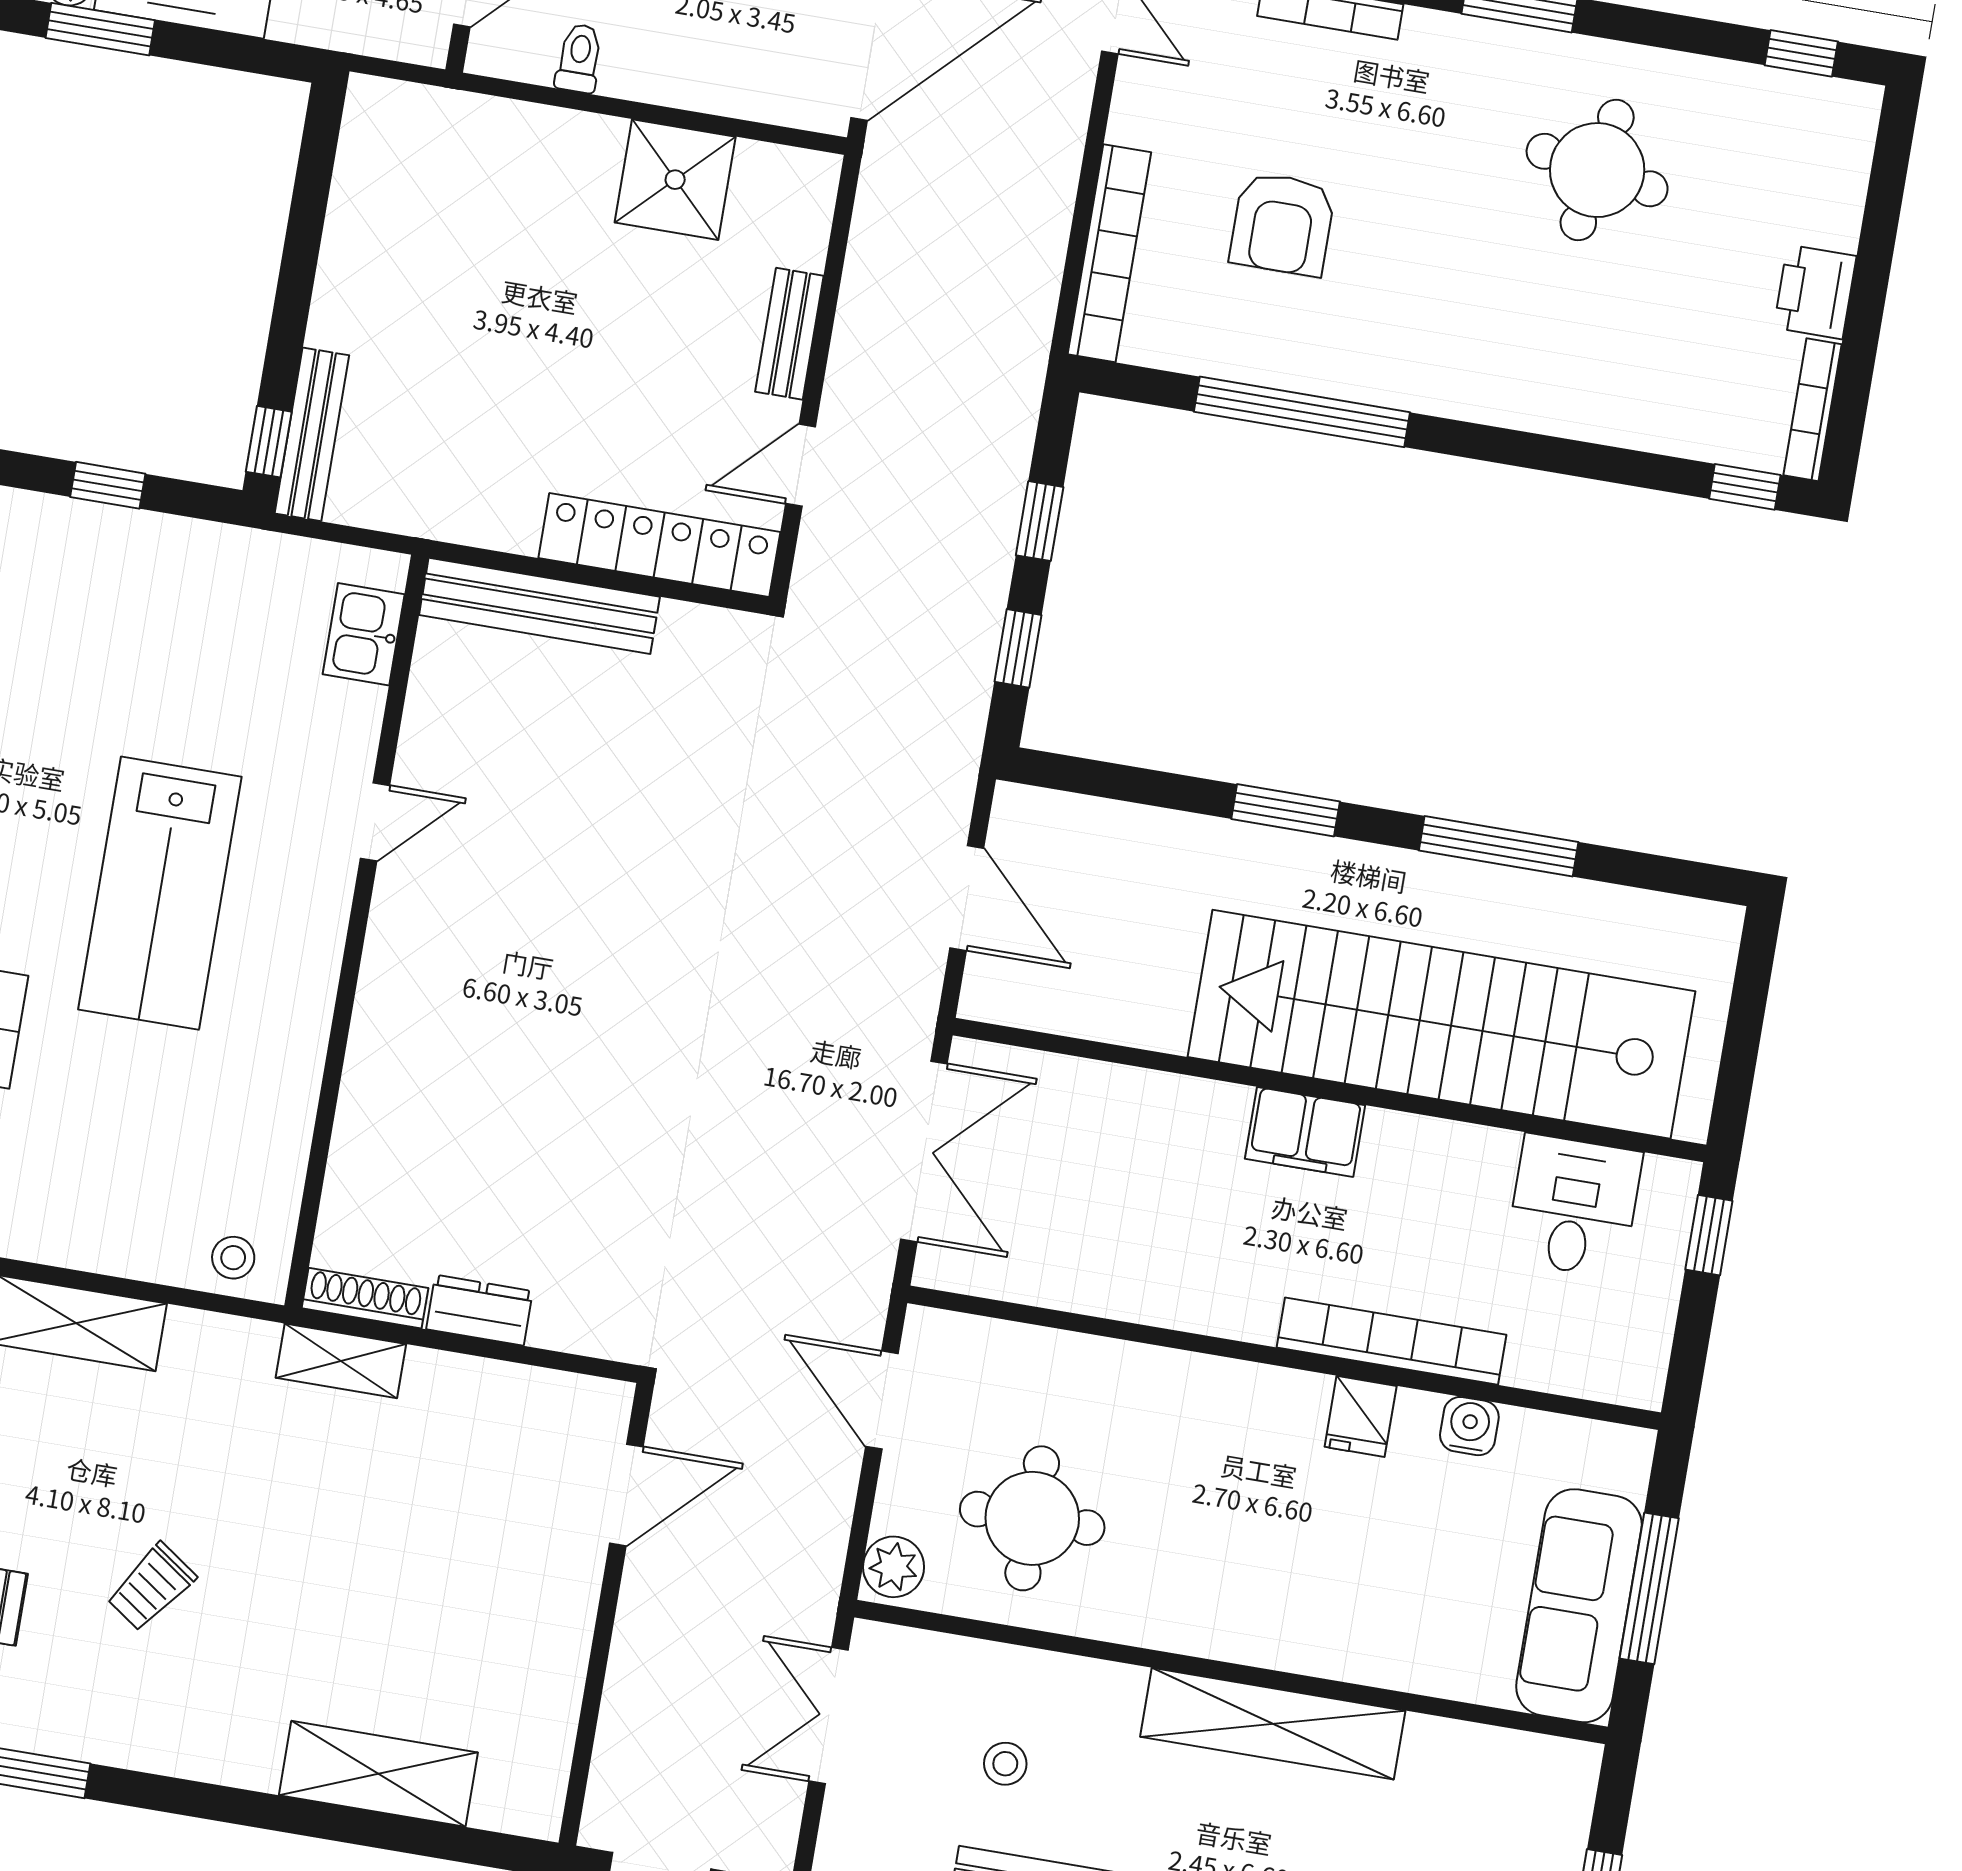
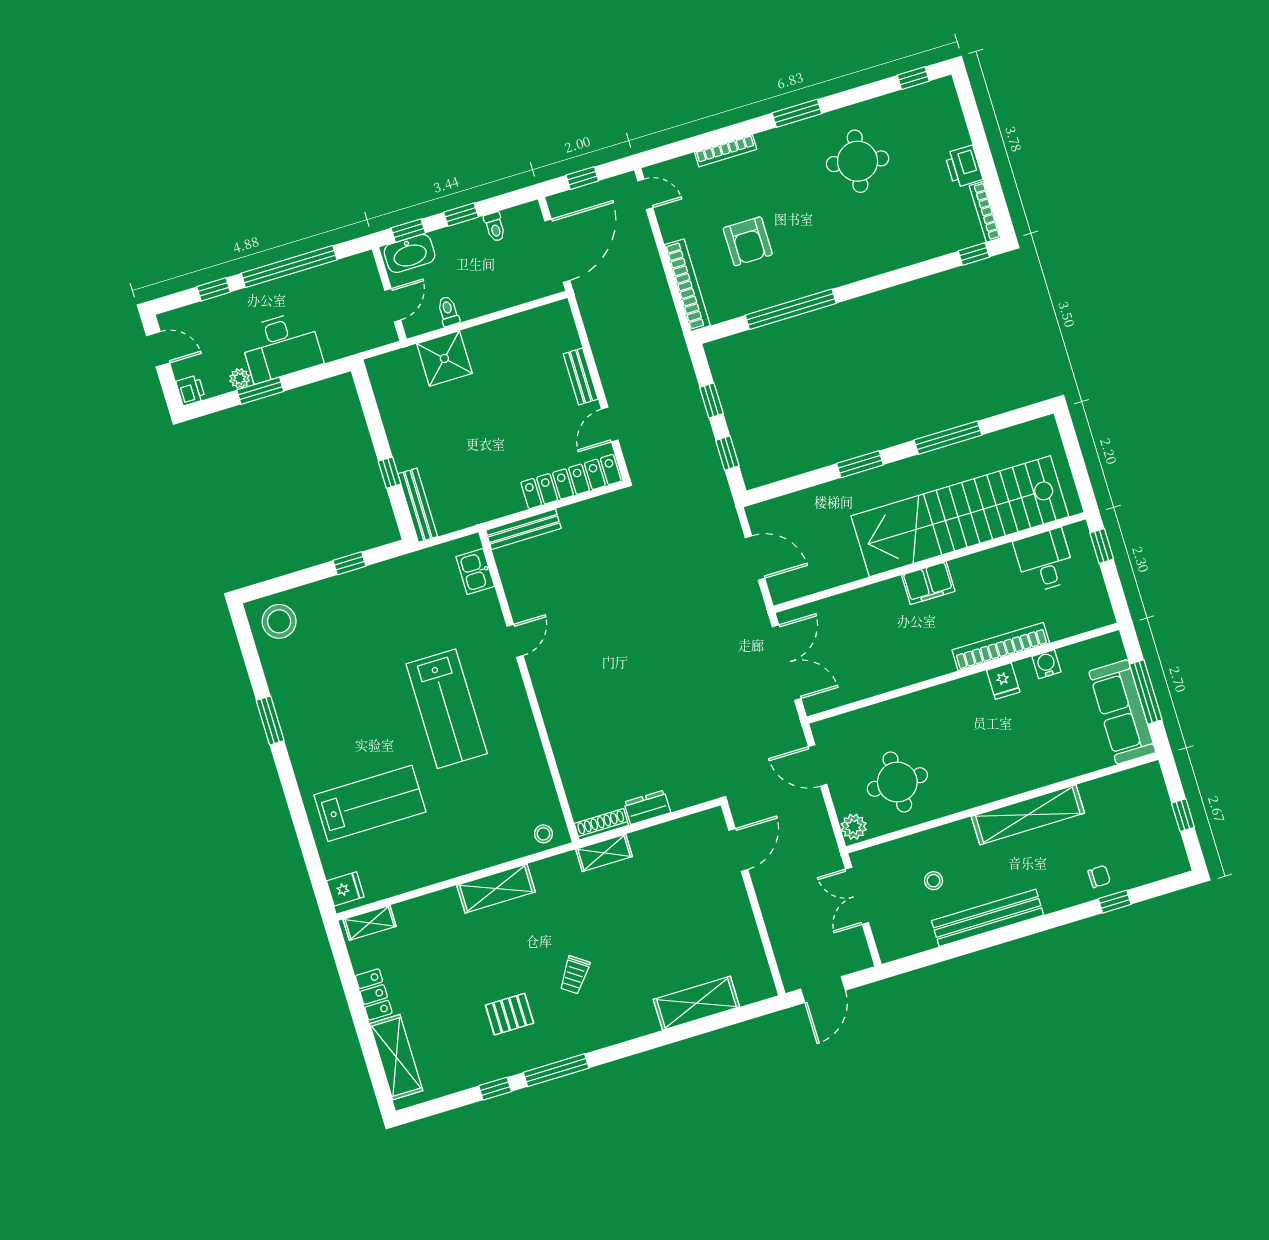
shower: (675, 180) -> (444, 358), moved
window: (269, 442) -> (389, 473), moved
bench: (539, 606) -> (523, 529), width x0.73, depth x0.82

